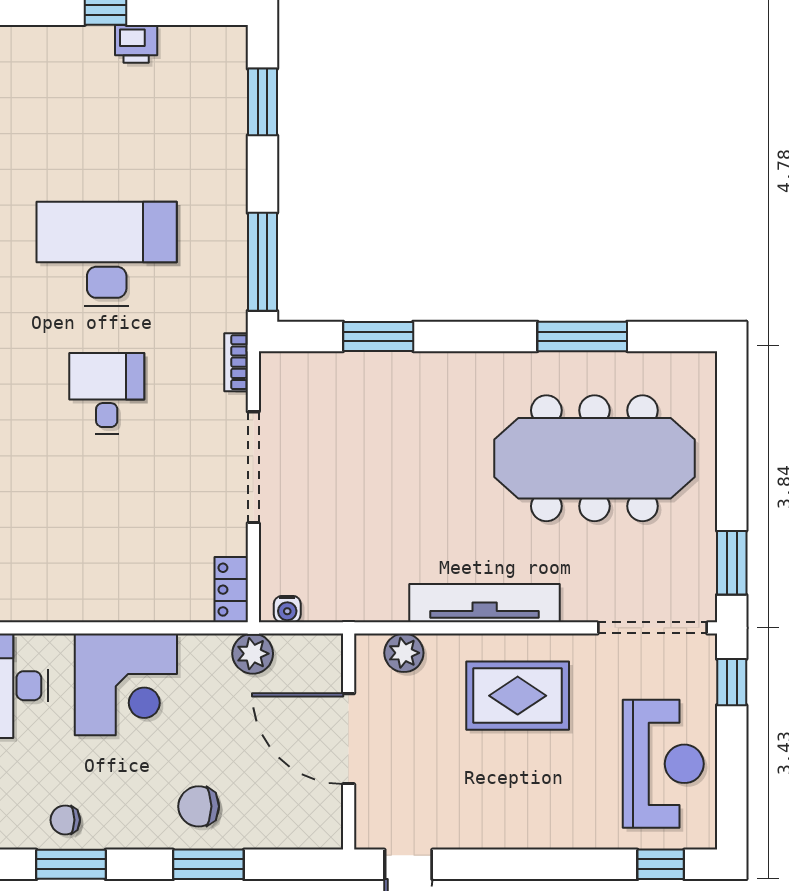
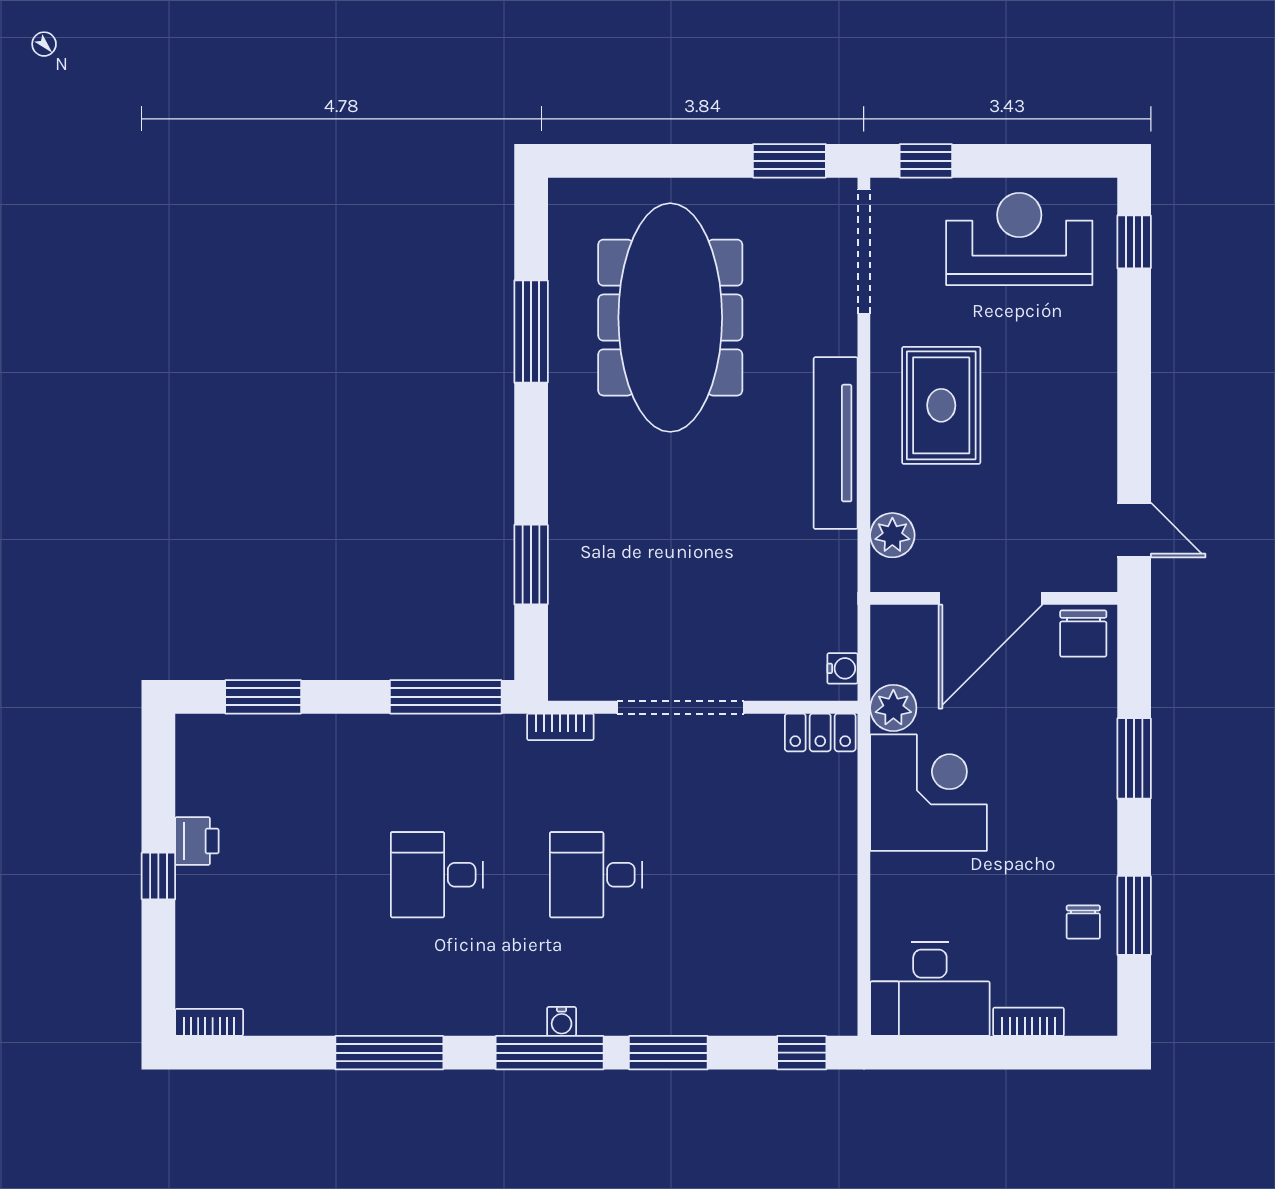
desk: (107, 254) -> (437, 875), width x0.53, depth x0.77
corner desk: (126, 684) -> (928, 793), moved
chair: (199, 806) -> (1083, 634), moved

